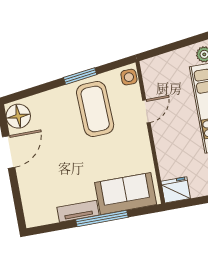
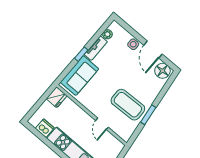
side table: (129, 77) -> (133, 44), moved
plant: (50, 217) -> (107, 34), added
window: (102, 218) -> (81, 54), width x0.46

